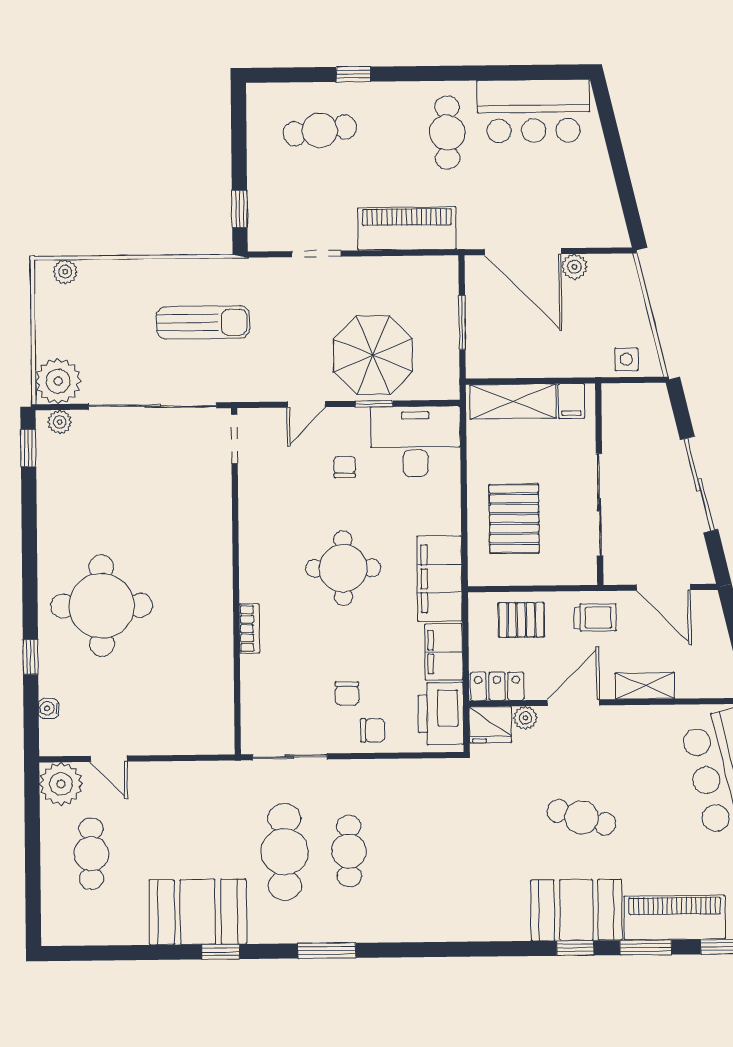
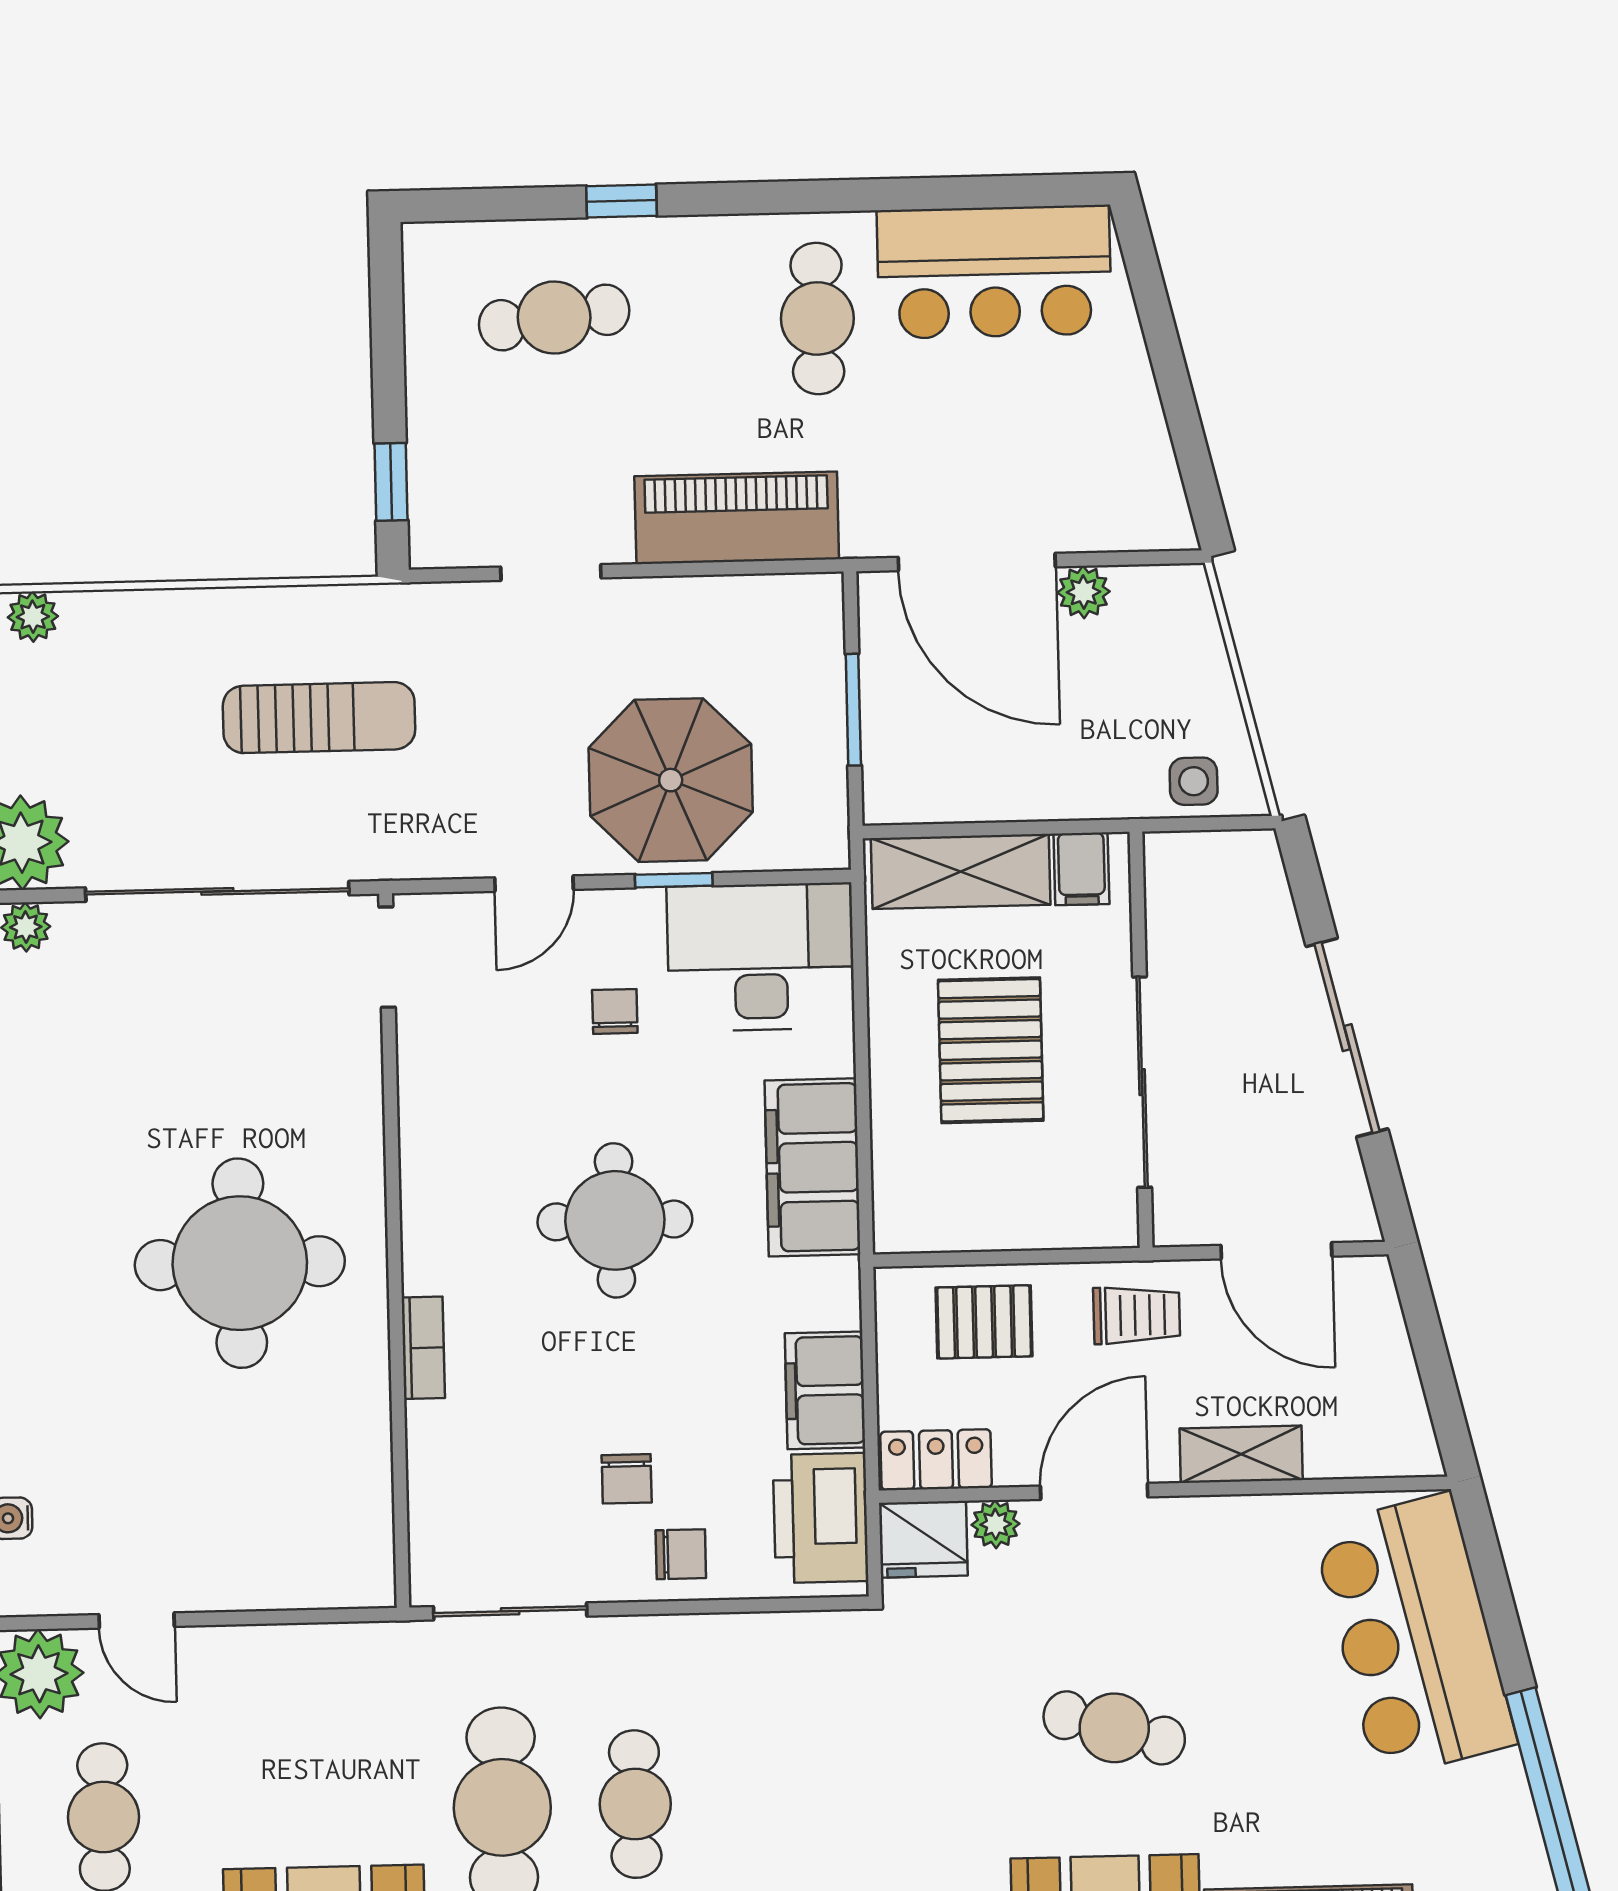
pallet: (514, 519) -> (991, 1050), moved
filing cabinet: (440, 579) -> (813, 1167), moved
round table: (102, 606) -> (240, 1263), moved

